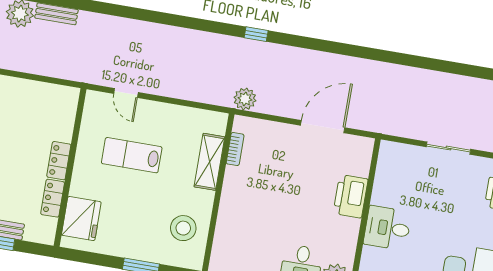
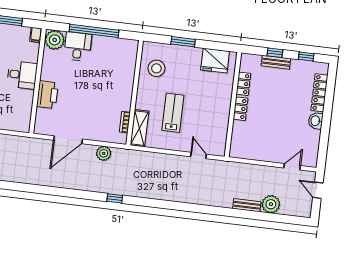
plant: (245, 99) -> (104, 153), moved
lab bench: (132, 155) -> (173, 113), moved, turned -90
shelving: (209, 162) -> (139, 128), moved
fridge: (81, 218) -> (215, 61), moved, turned -90

